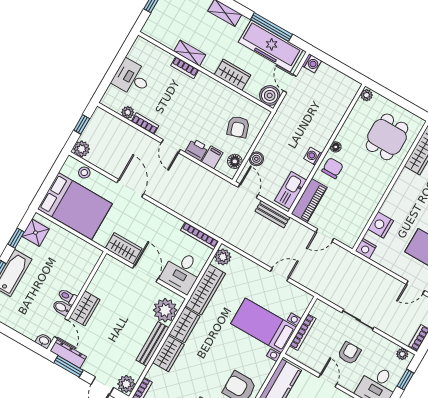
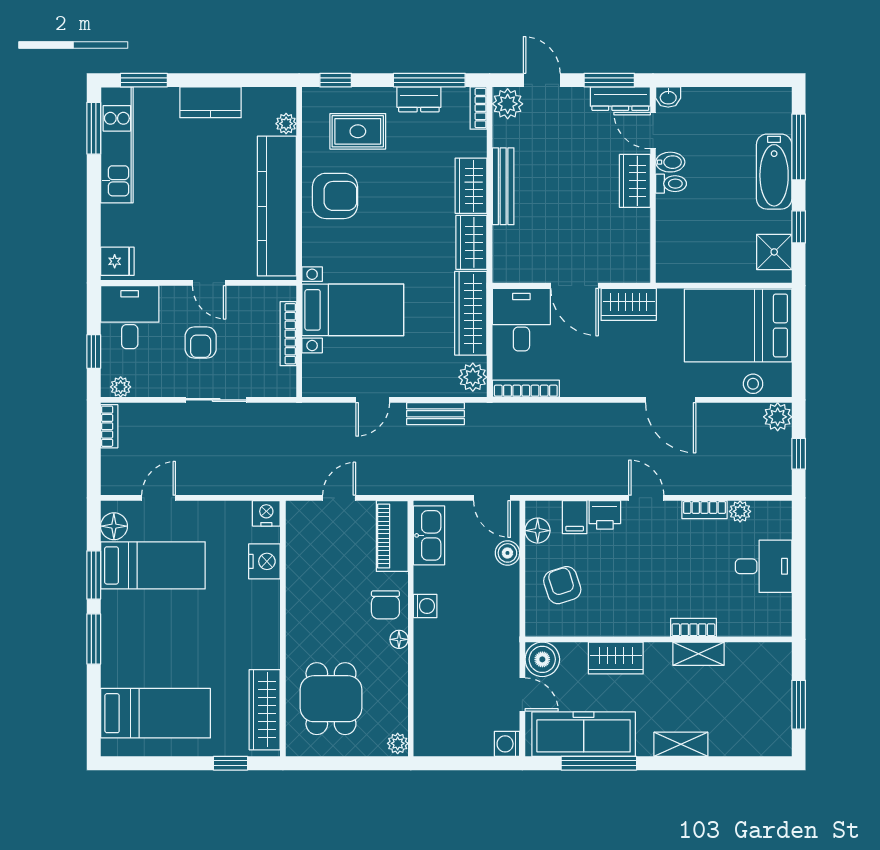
bench: (273, 214) -> (435, 414), moved
plant: (165, 310) -> (513, 248), removed

